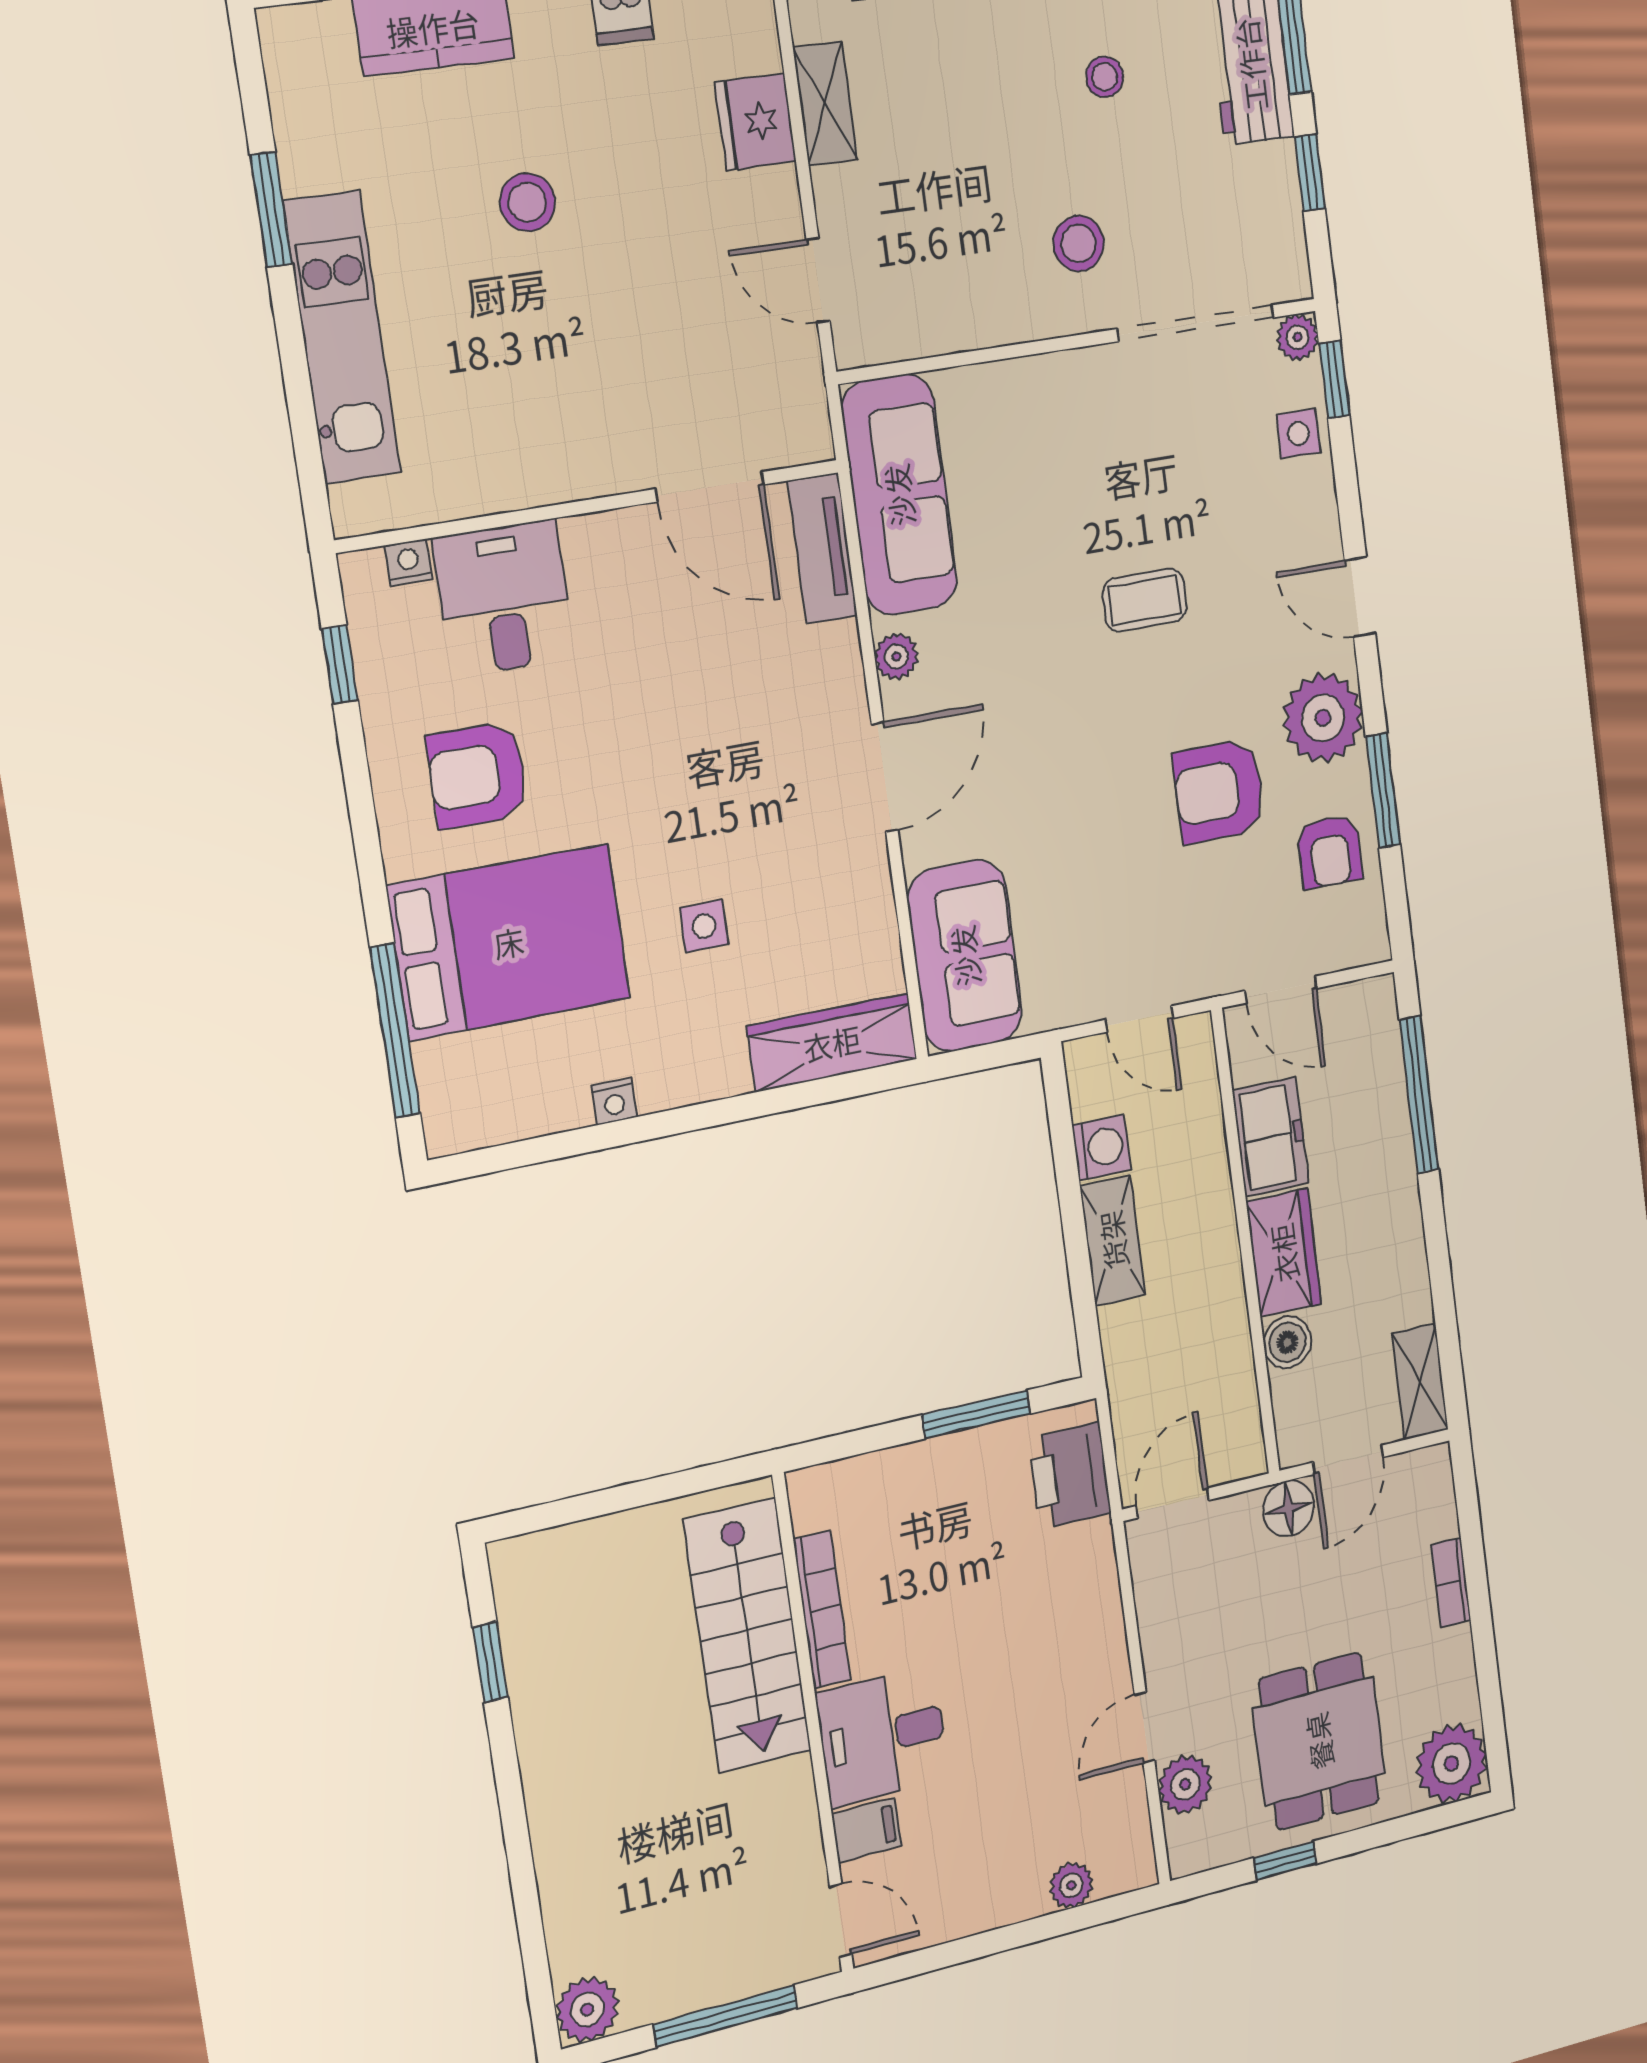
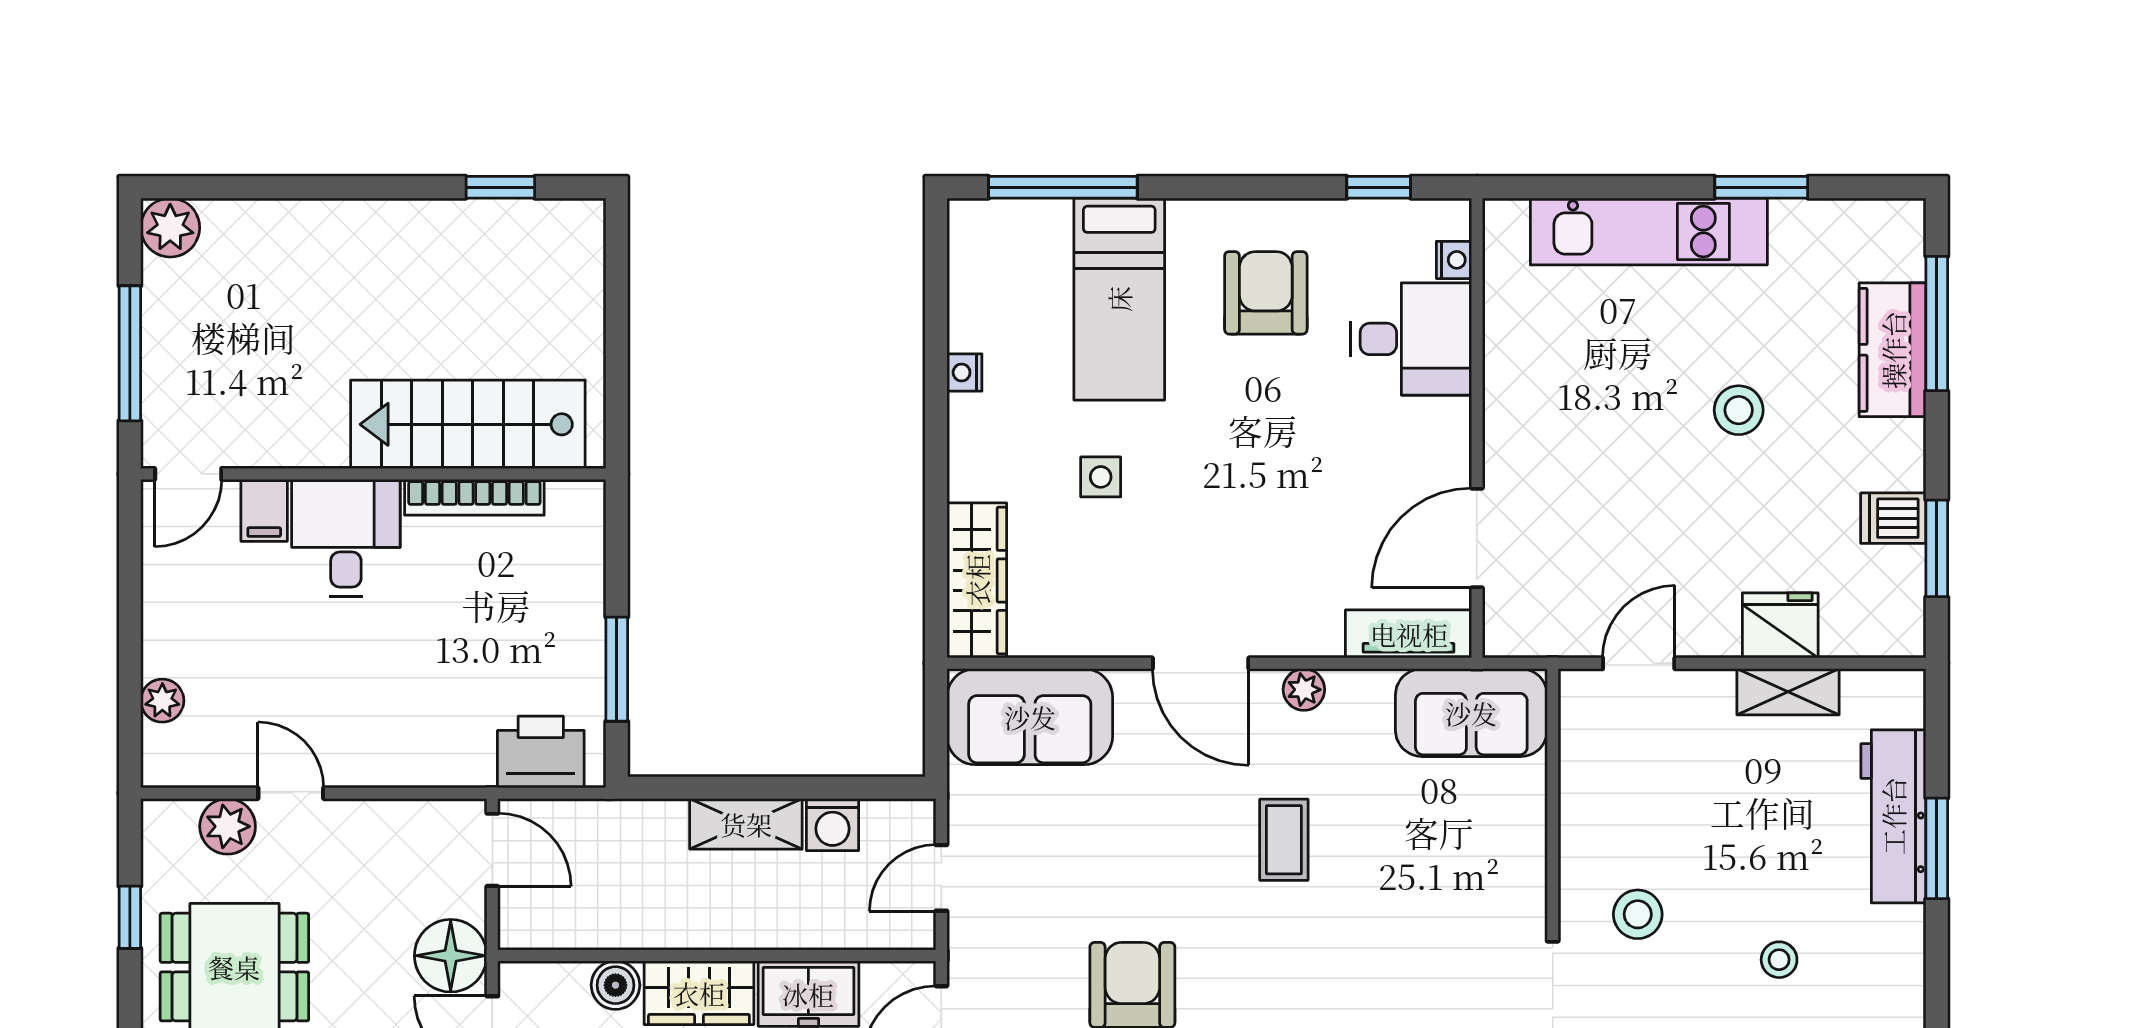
sofa: (899, 495) -> (1471, 713), width x0.73
coffee table: (1145, 600) -> (1284, 840), moved
bed: (509, 942) -> (1119, 299), width x0.67
floor lamp: (1289, 1508) -> (451, 956), width x1.38, depth x1.38

